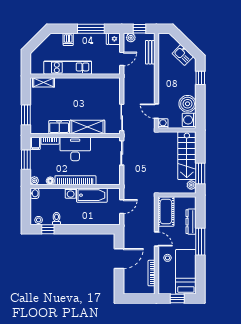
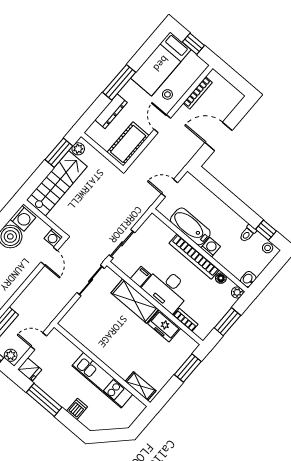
filing cabinet: (35, 143) -> (140, 277), moved

